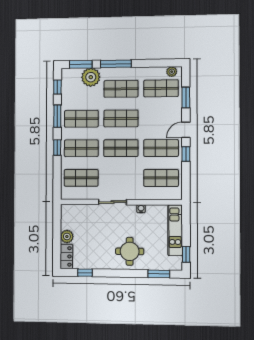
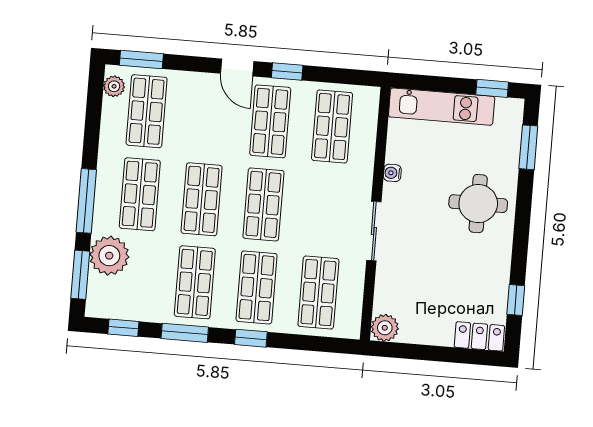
window: (186, 98) -> (141, 60), moved
plant: (67, 236) -> (385, 328), moved

